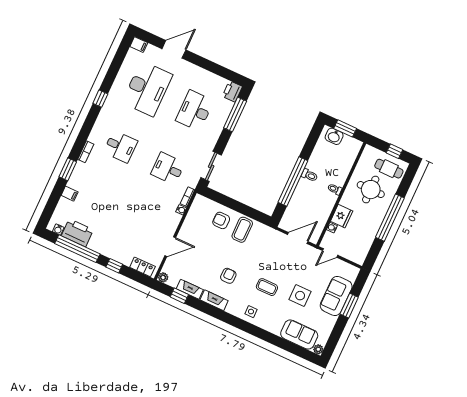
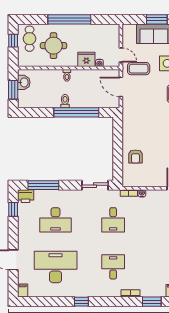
window: (225, 73) -> (13, 209), added
washbasin: (334, 136) -> (24, 82), moved
coffee table: (242, 230) -> (139, 69), moved

